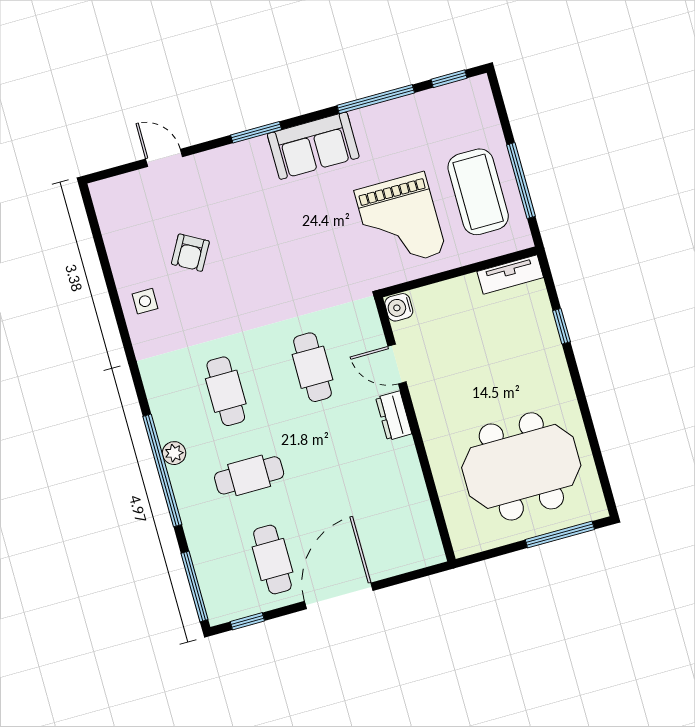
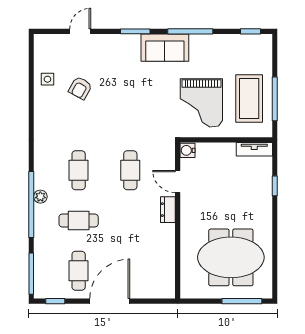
window: (376, 99) -> (190, 31), moved
door: (164, 158) -> (80, 31), hinge flipped
side table: (145, 301) -> (47, 79), moved

